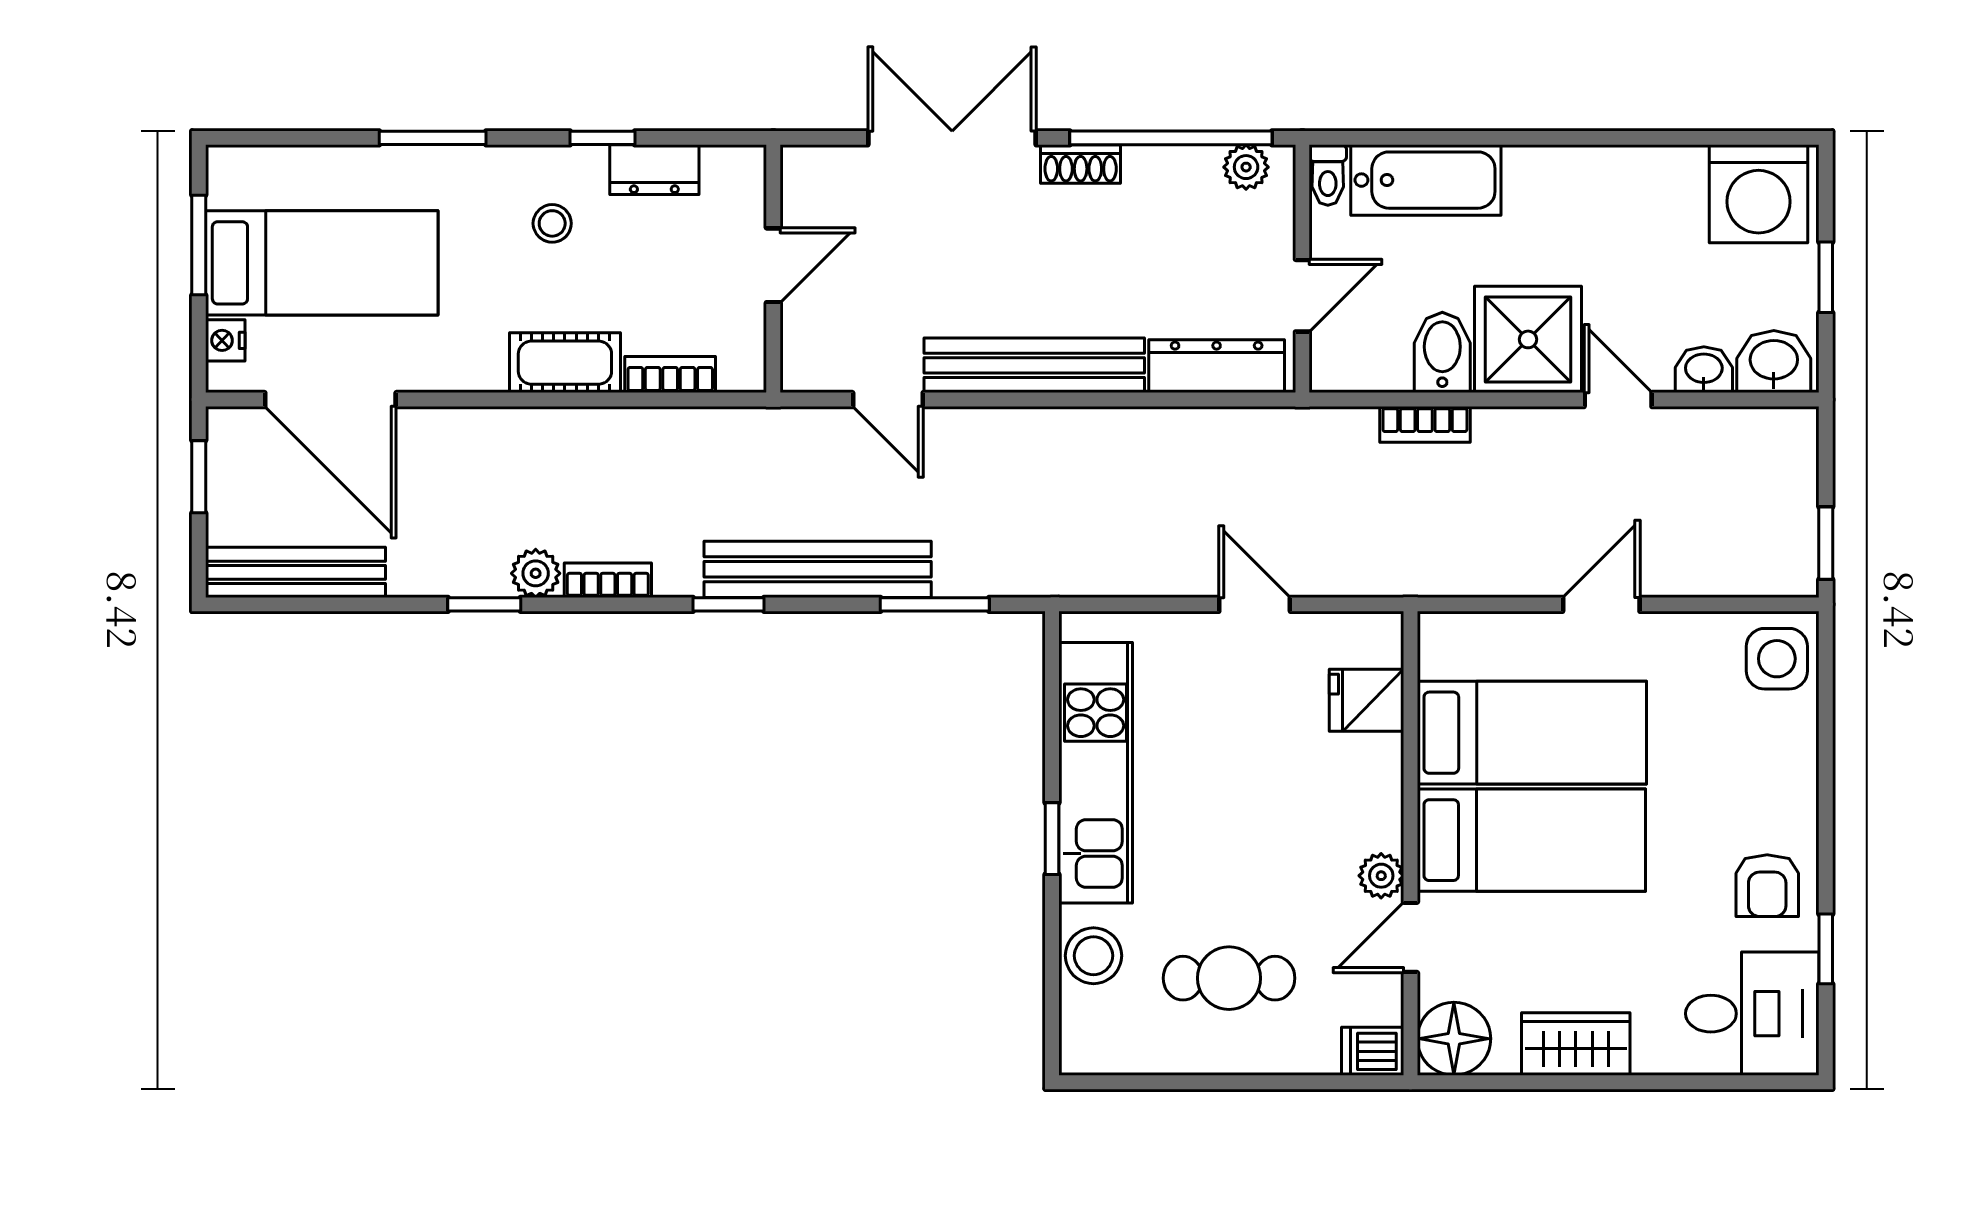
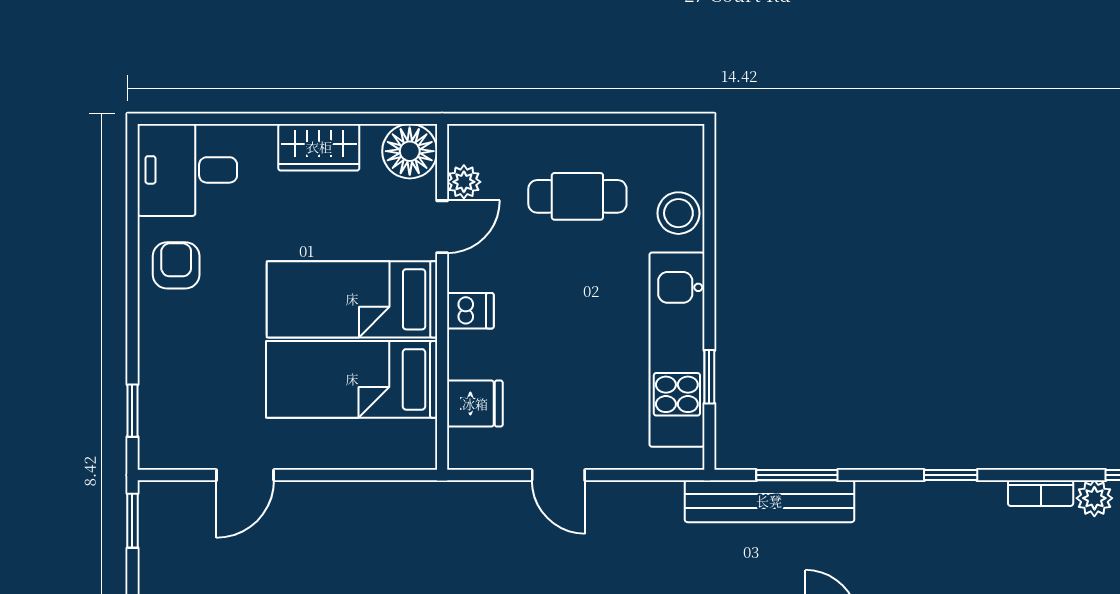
bench: (818, 569) -> (769, 501), moved
door: (1601, 604) -> (245, 475), moved
side table: (1777, 659) -> (169, 435), removed
window: (1052, 839) -> (709, 377), moved
plant: (1381, 876) -> (464, 182), moved
window: (1826, 949) -> (132, 411), moved
dishwasher: (1373, 1051) -> (470, 311), moved

